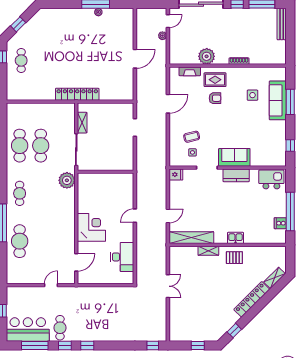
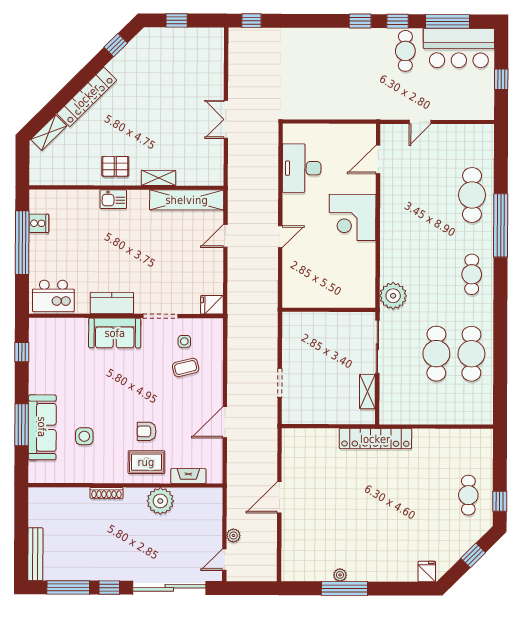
fridge: (46, 14) -> (427, 572), added

